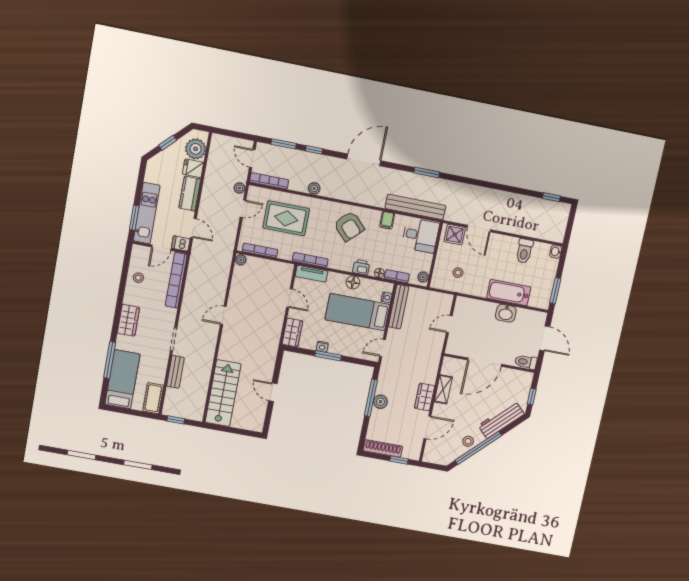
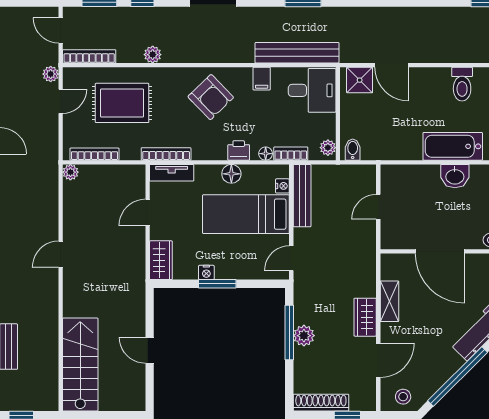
stool: (458, 273) -> (375, 132), removed
bidet: (440, 282) -> (353, 150), added
door: (289, 298) -> (148, 213), swing flipped
door: (485, 362) -> (440, 251), hinge flipped
stool: (468, 441) -> (403, 397), moved

